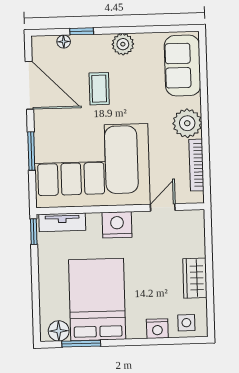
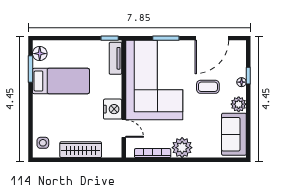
floor lamp: (64, 42) -> (242, 82), moved
sofa: (183, 65) -> (234, 134), moved, turned -90
nightstand: (117, 225) -> (113, 109), moved
wardrobe: (195, 278) -> (81, 150), width x1.50
bed: (97, 299) -> (61, 81), width x0.67
nightstand: (157, 329) -> (39, 122), removed

